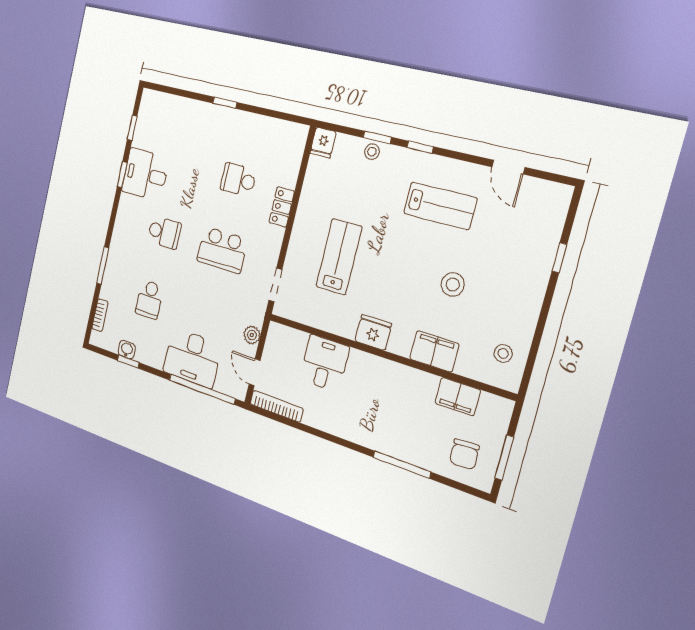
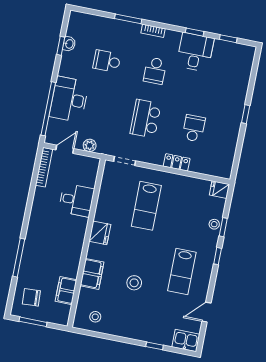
kitchen sink: (554, 204) -> (186, 341), added
lab bench: (339, 257) -> (146, 206), turned 90
bookcase: (100, 315) -> (153, 31), moved

